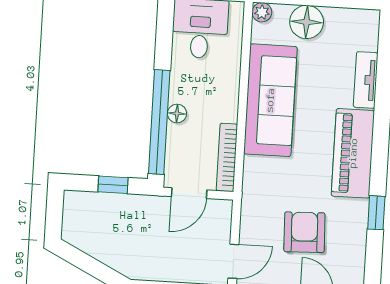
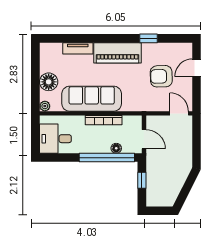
floor lamp: (177, 113) -> (116, 148), moved
bookcase: (227, 157) -> (104, 120), moved

